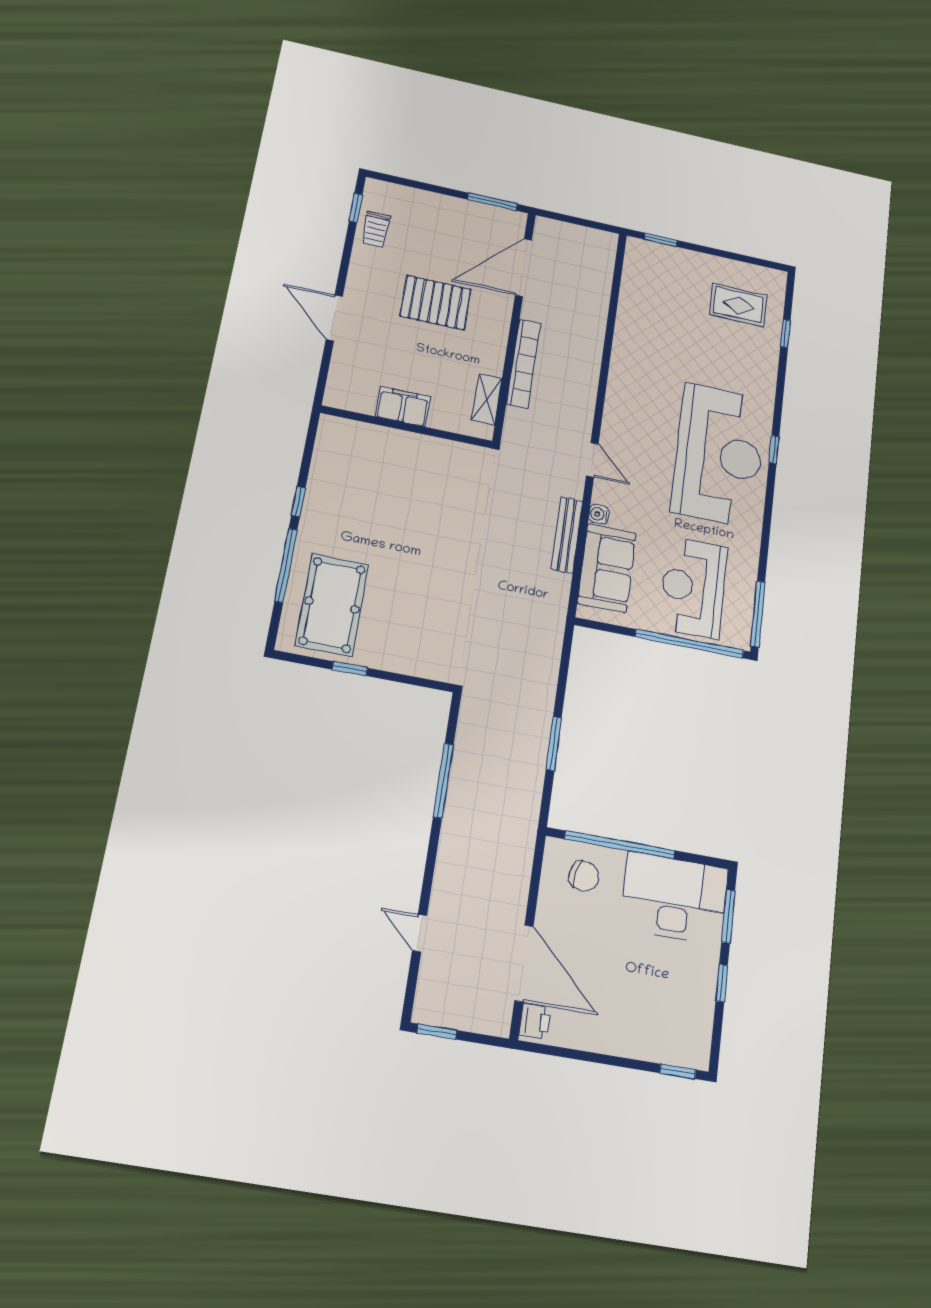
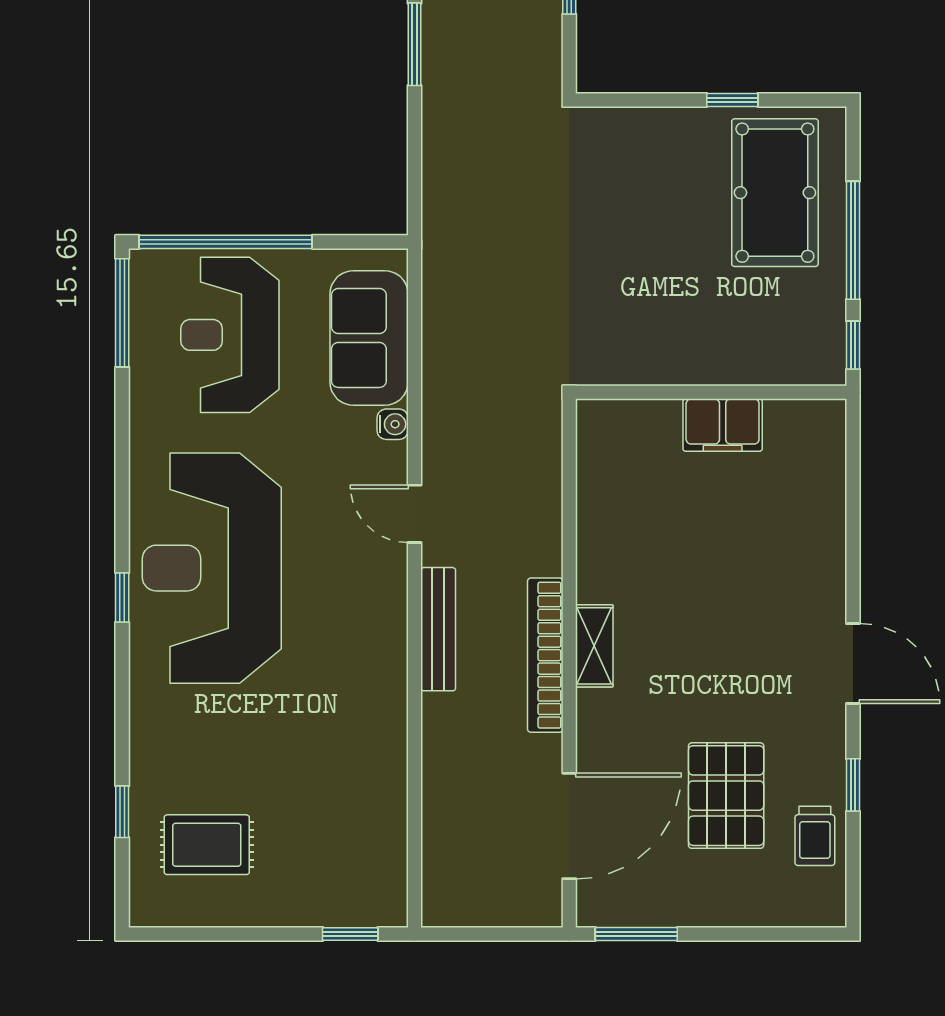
window: (356, 208) -> (853, 785), moved
trolley: (376, 229) -> (815, 836), turned 180
pallet: (436, 303) -> (726, 796), moved, turned 90
shelving: (487, 399) -> (594, 646), moved
filing cabinet: (403, 407) -> (723, 425), moved
wall: (407, 427) -> (711, 392), moved
bench: (567, 535) -> (438, 629), moved
reception desk: (693, 587) -> (230, 335), turned 180

